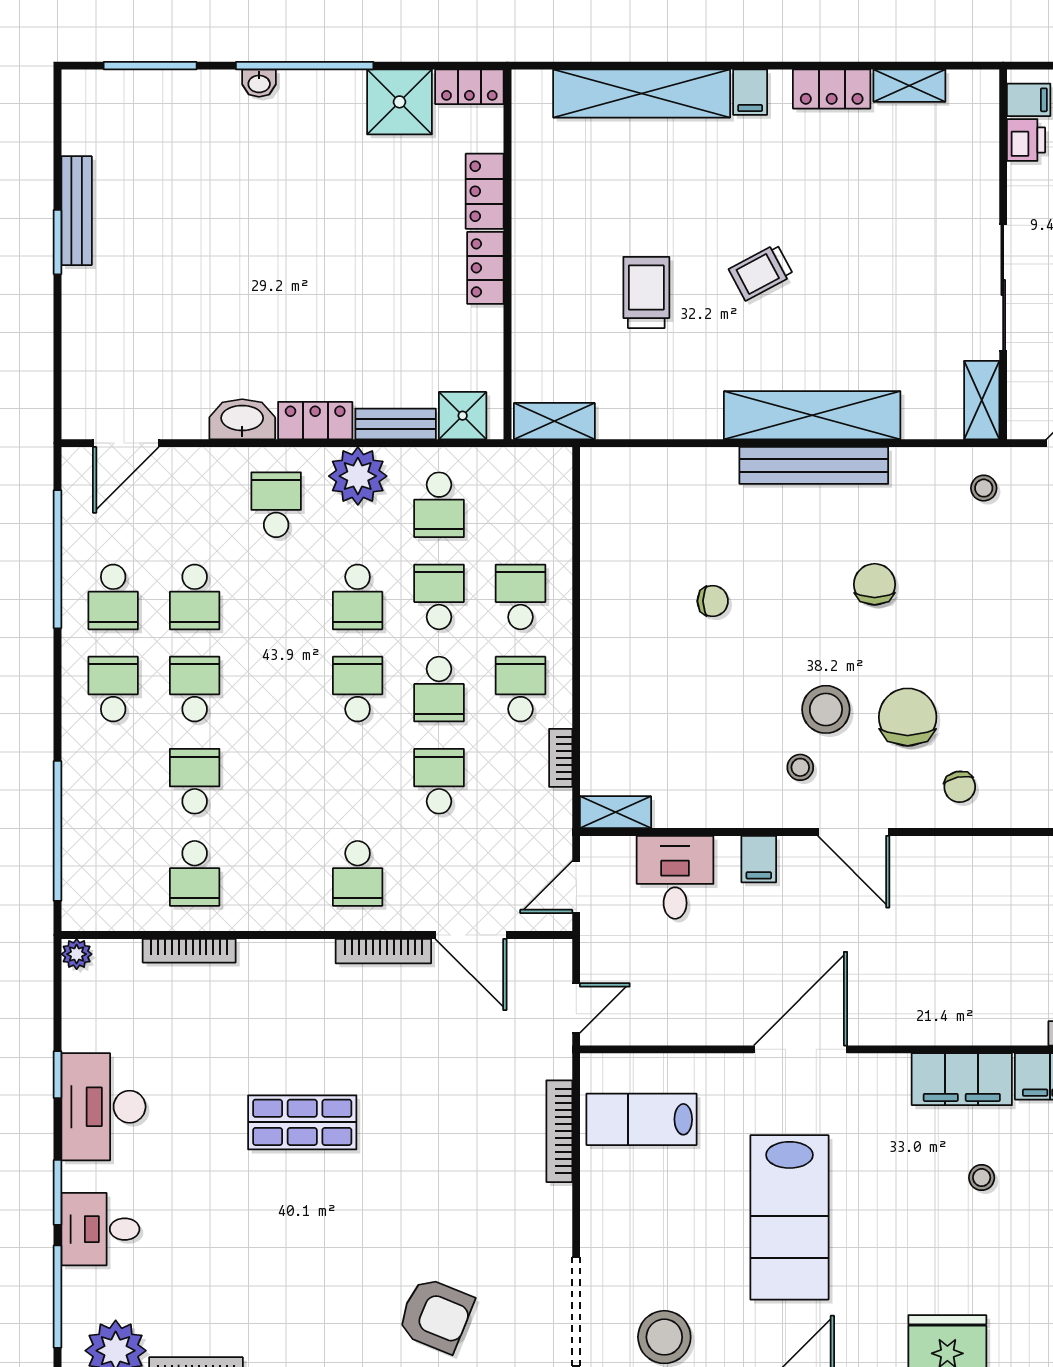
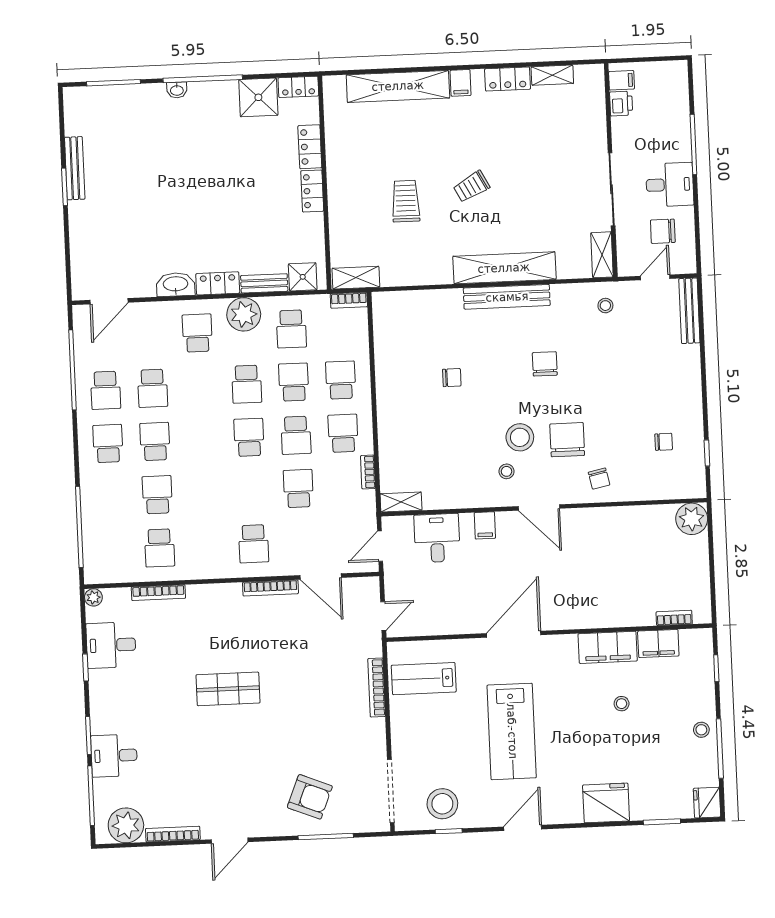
bookcase: (541, 460) -> (349, 300), added
desk: (103, 1107) -> (111, 645), moved, width x0.73

